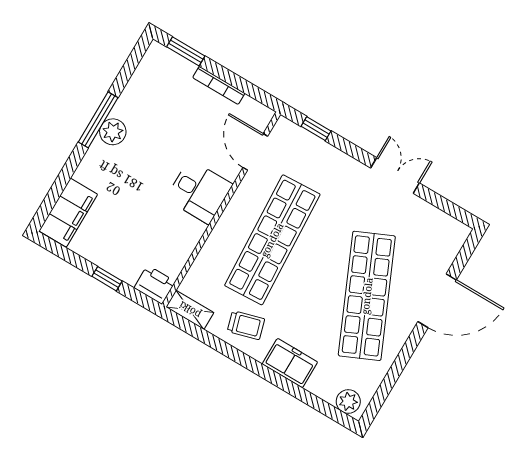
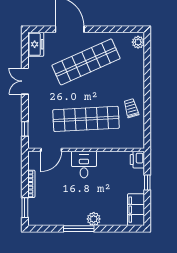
plant: (113, 132) -> (94, 219), moved
filing cabinet: (68, 213) -> (136, 210), moved, turned -90
shelving: (190, 310) -> (139, 137), removed
freezer: (290, 363) -> (36, 44), moved, turned 180

